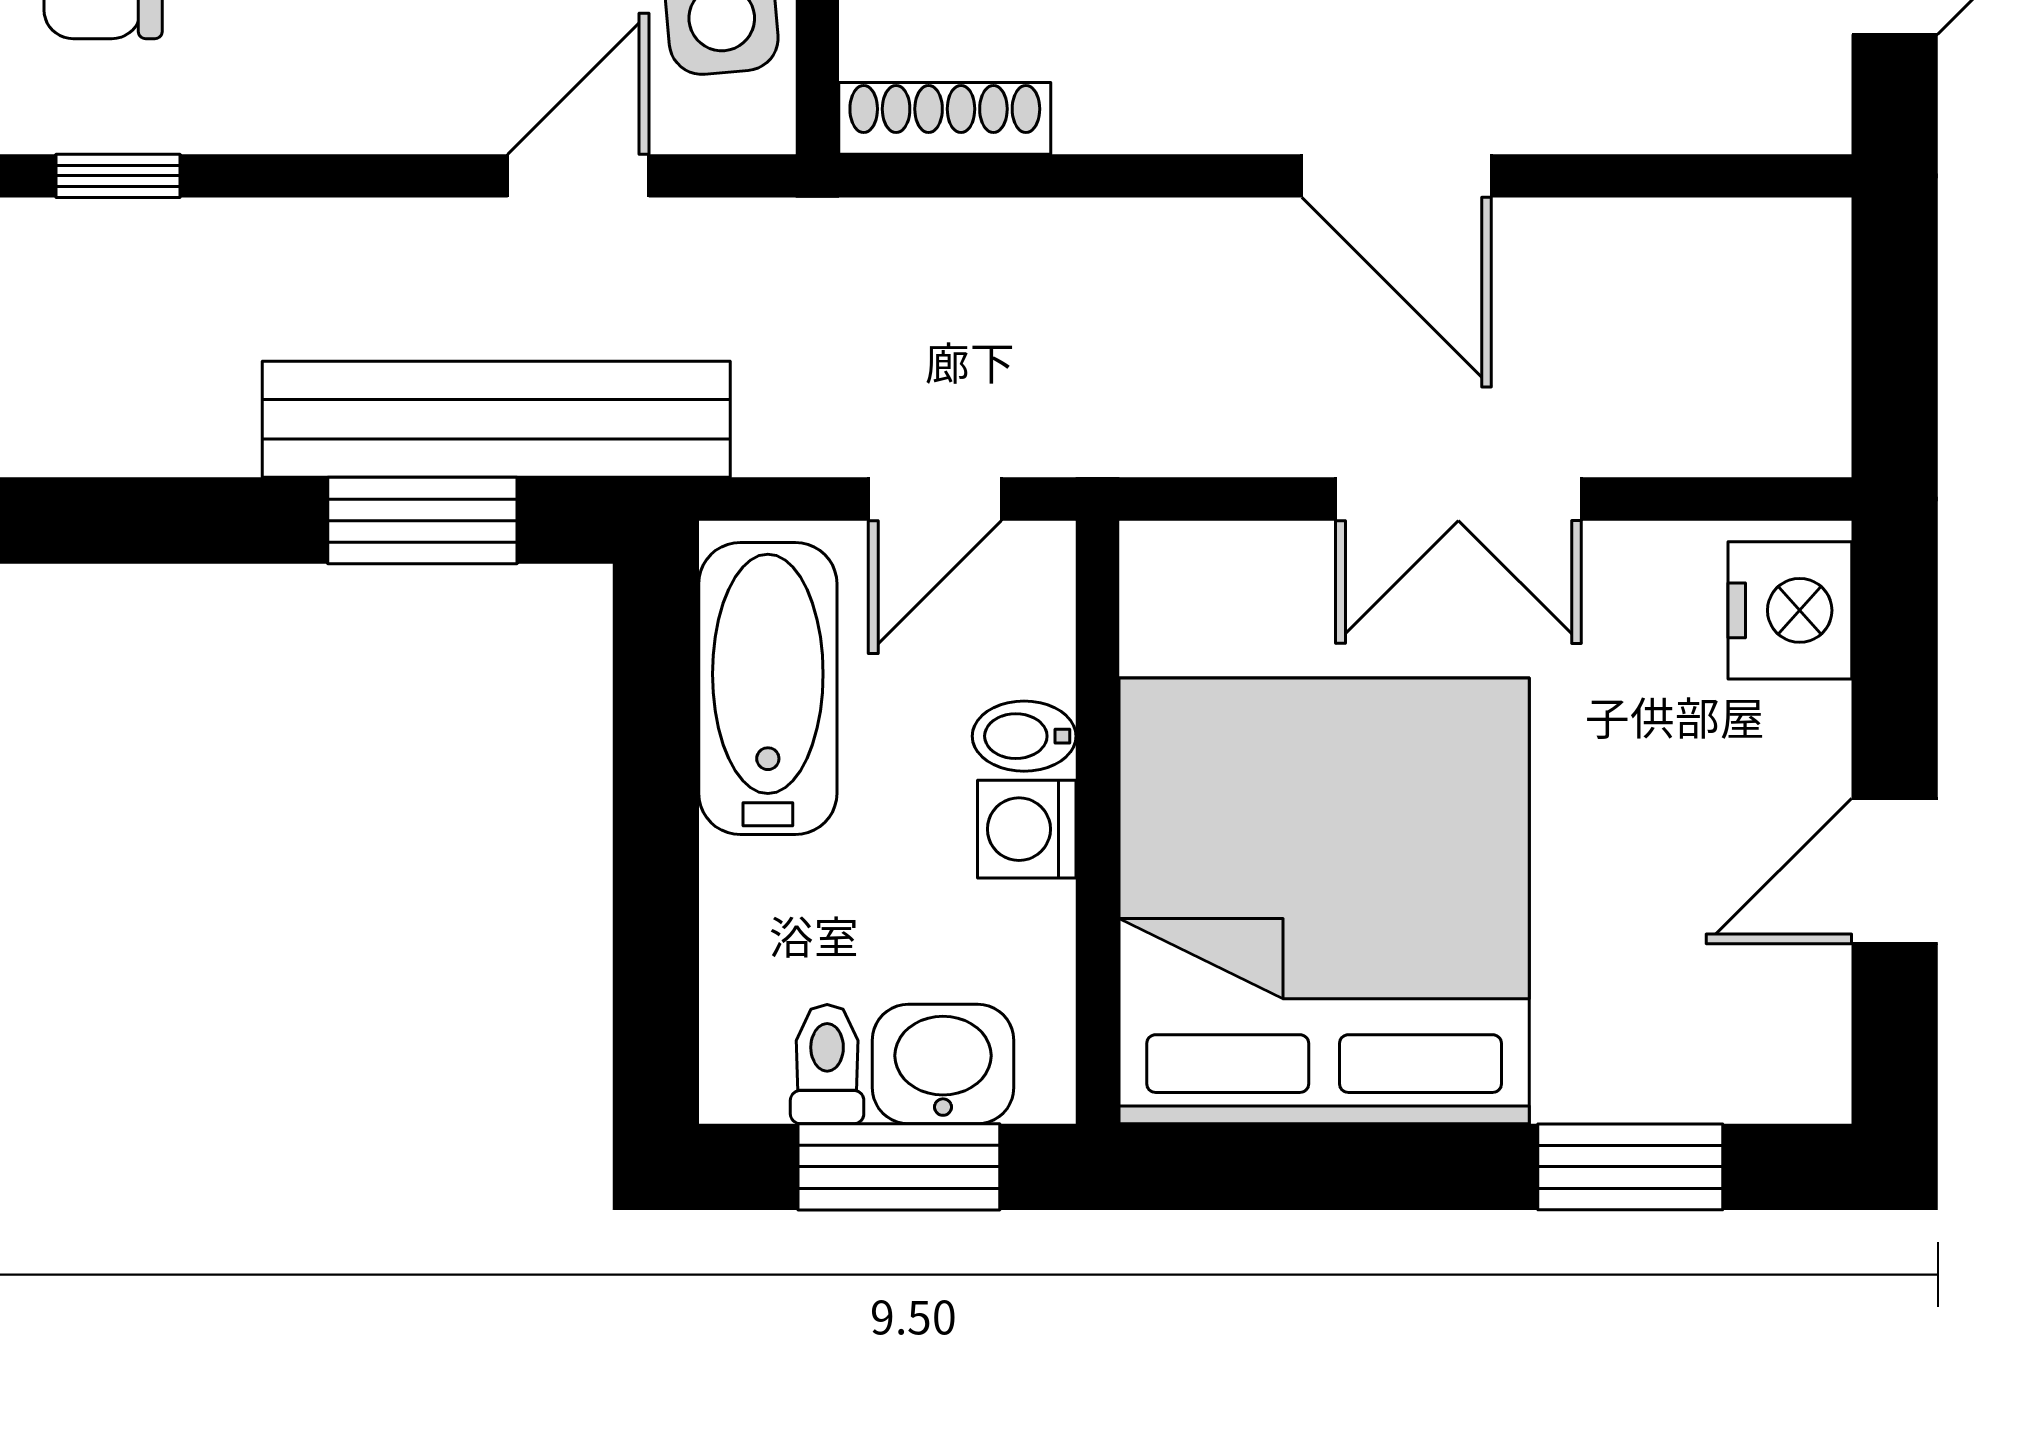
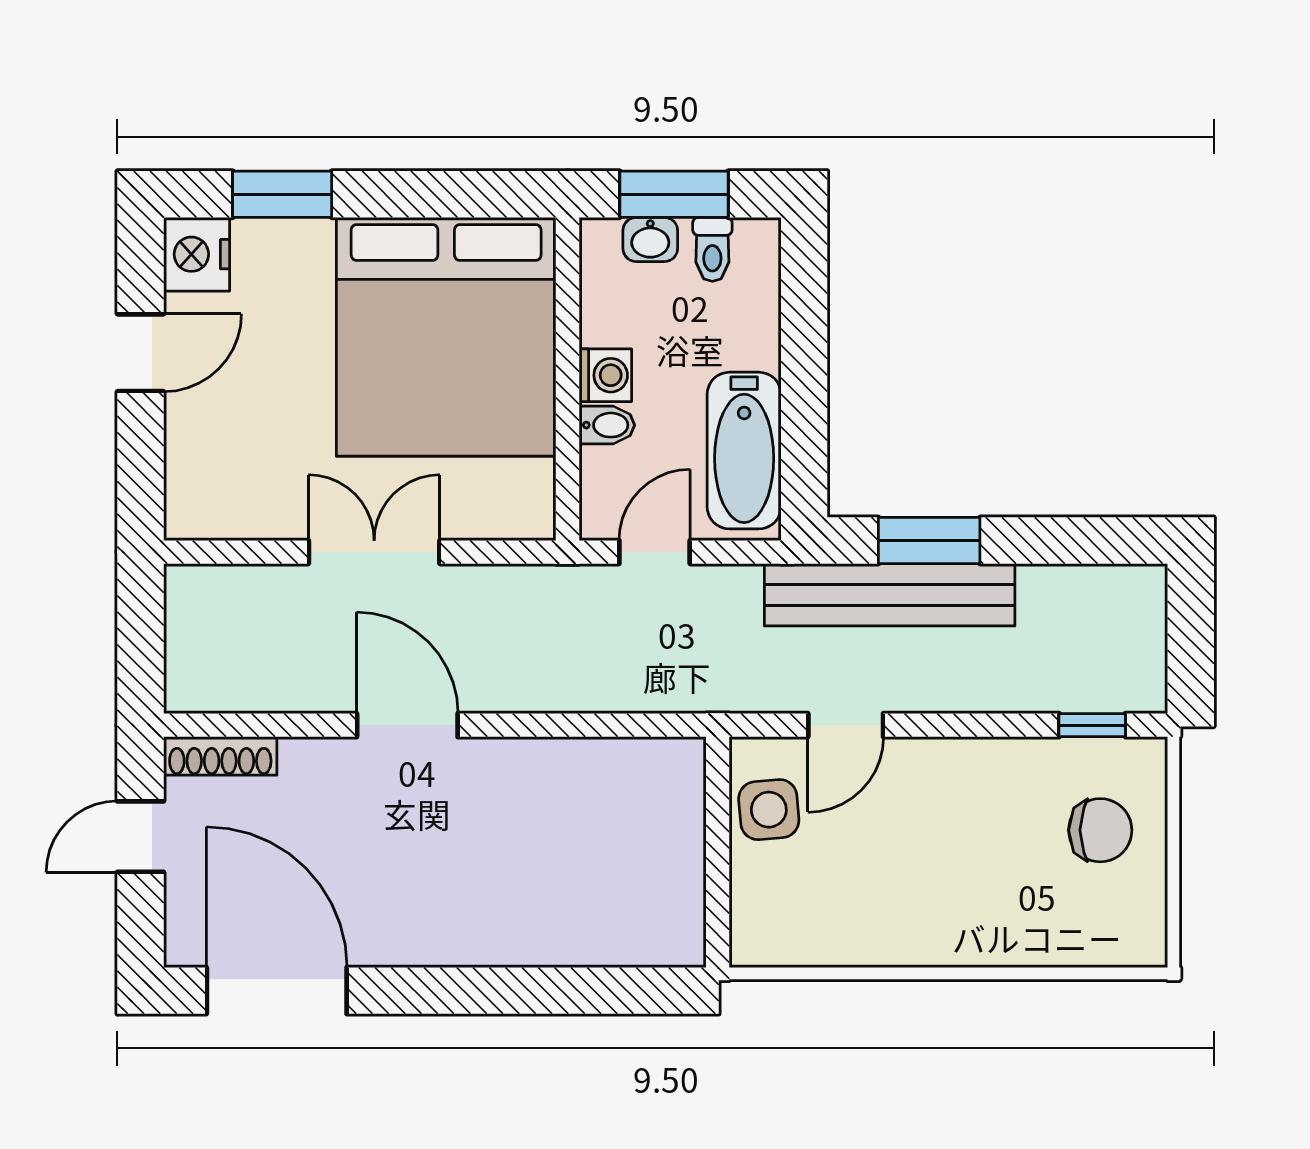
shoe rack: (945, 118) -> (220, 756), moved
nightstand: (1790, 610) -> (197, 254), moved
washbasin: (943, 1064) -> (650, 239), width x0.72, depth x0.69

